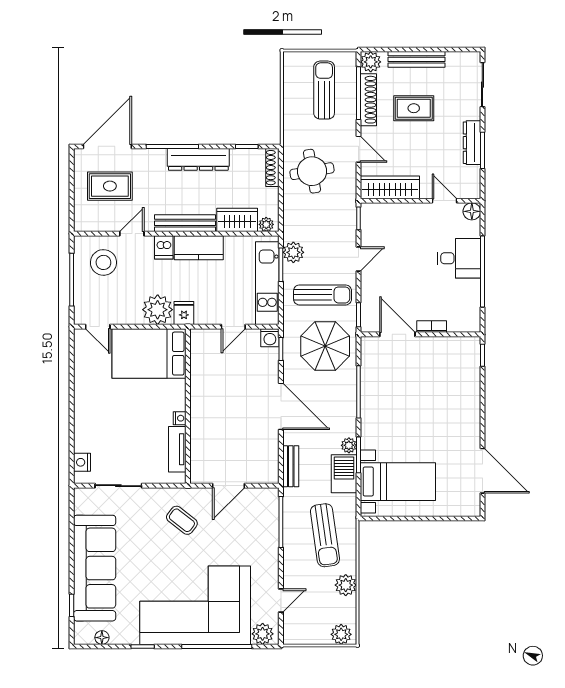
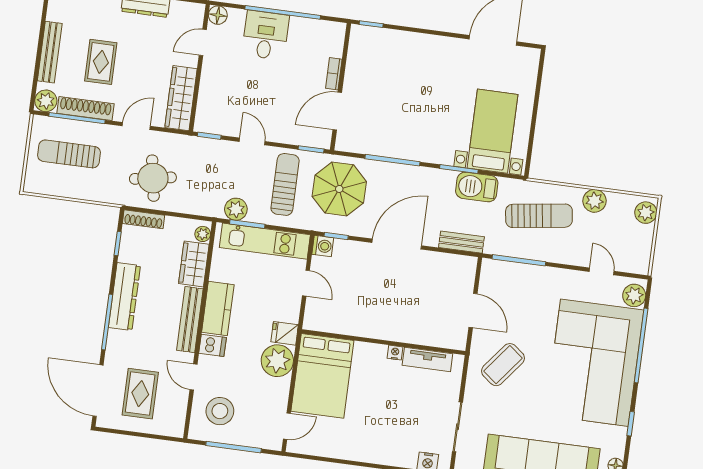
plant: (349, 445) -> (447, 178), removed
coffee table: (182, 520) -> (503, 365), width x1.36, depth x1.30

